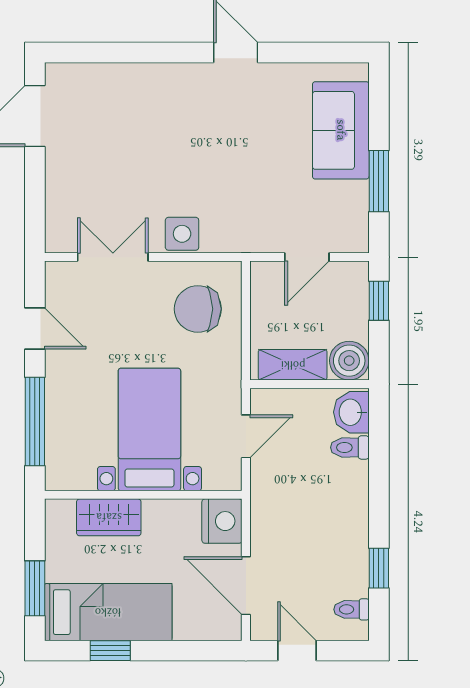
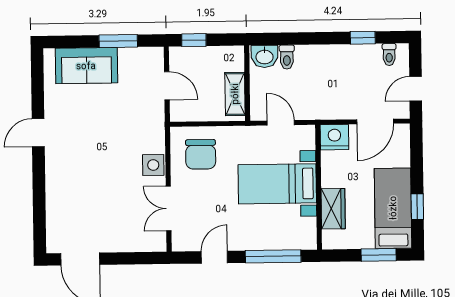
boiler: (349, 361) -> (232, 58), removed

